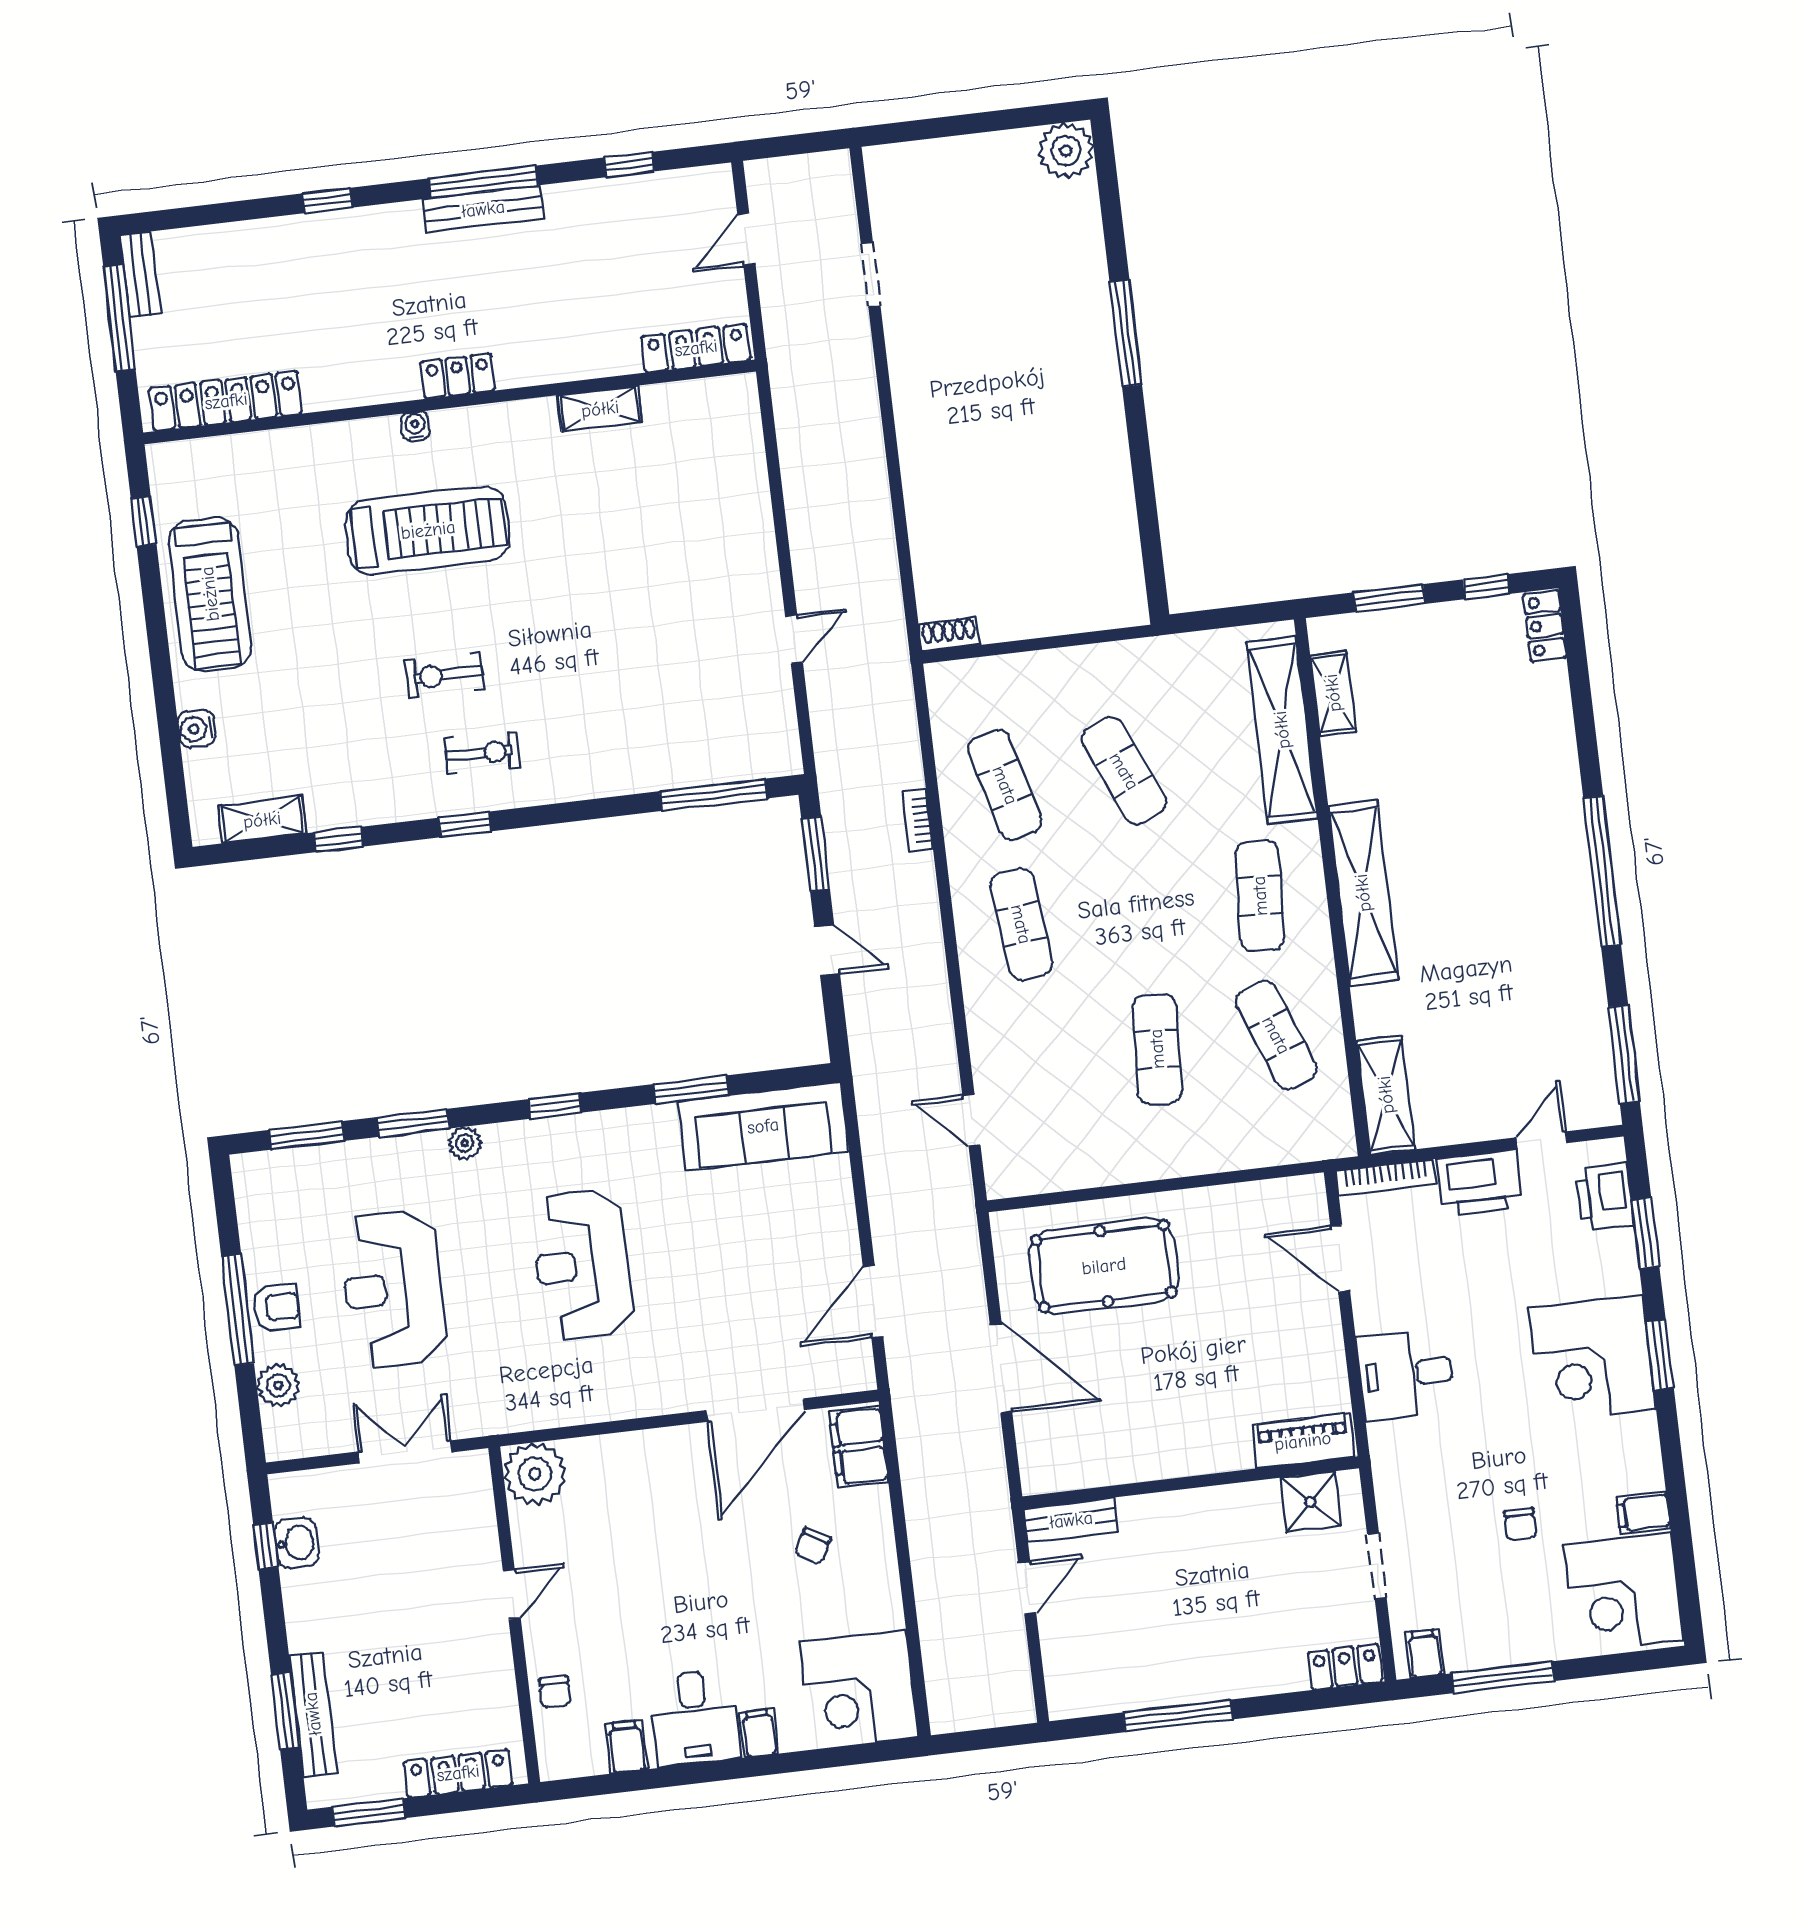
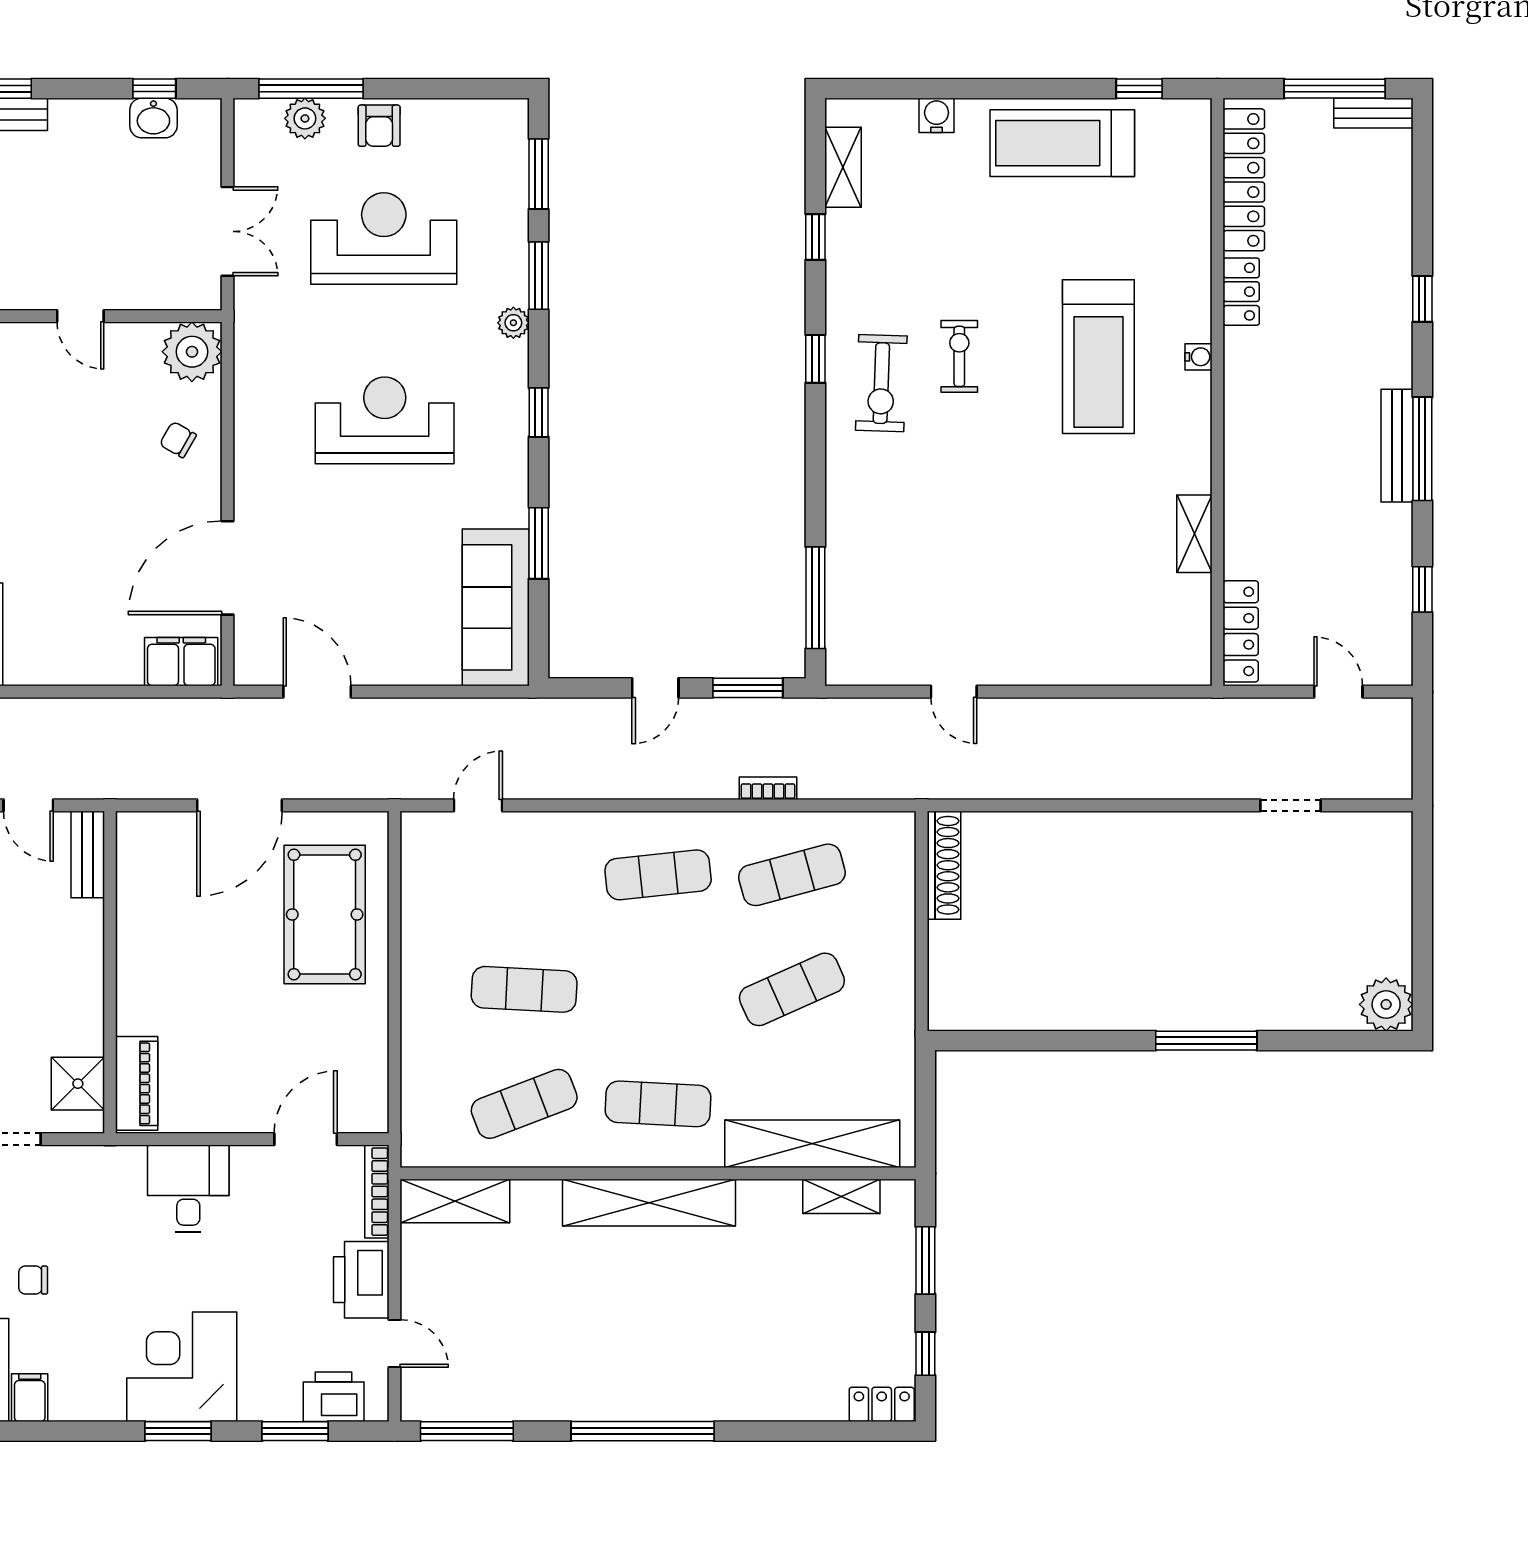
locker: (458, 376) -> (1241, 292), moved
shoe rack: (949, 634) -> (944, 865), width x1.94, depth x1.24
exercise bike: (482, 753) -> (881, 383), width x1.38, depth x1.39
window: (238, 1310) -> (311, 89), moved
door: (755, 1410) -> (228, 568), hinge flipped
chair: (813, 1546) -> (178, 440), moved

